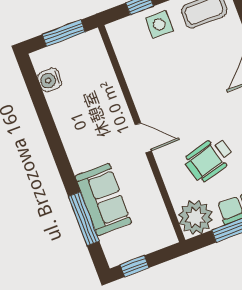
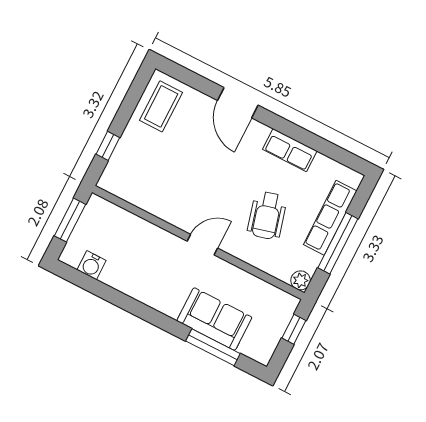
side table: (159, 24) -> (136, 148), removed
plant: (196, 217) -> (301, 280), width x0.53, depth x0.53
window: (135, 266) -> (294, 329), moved

